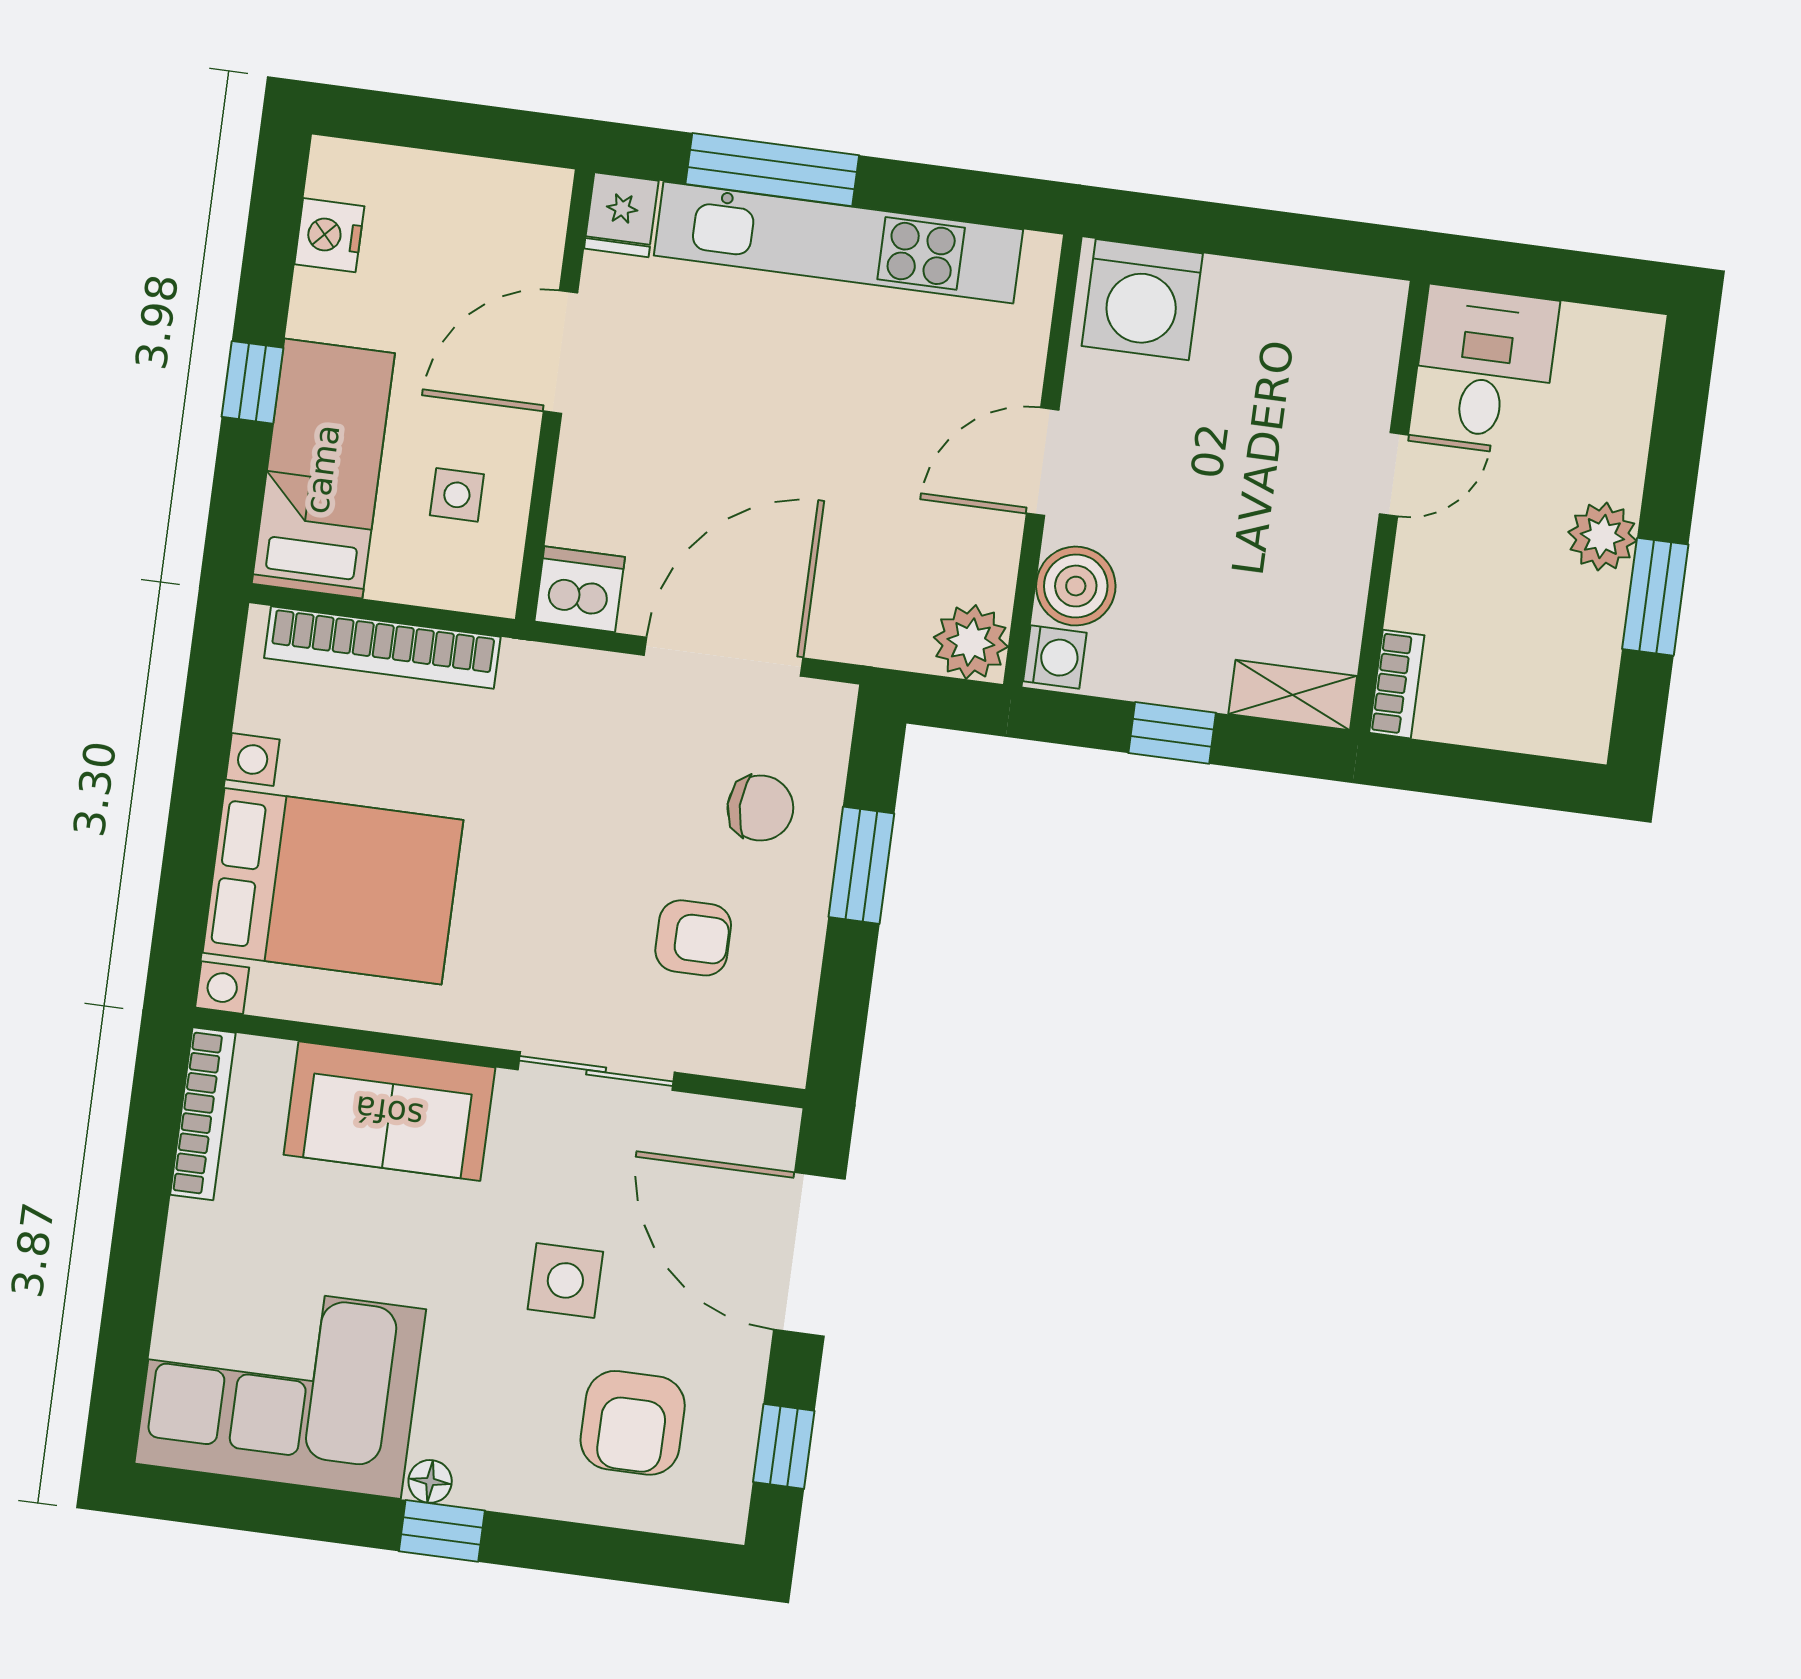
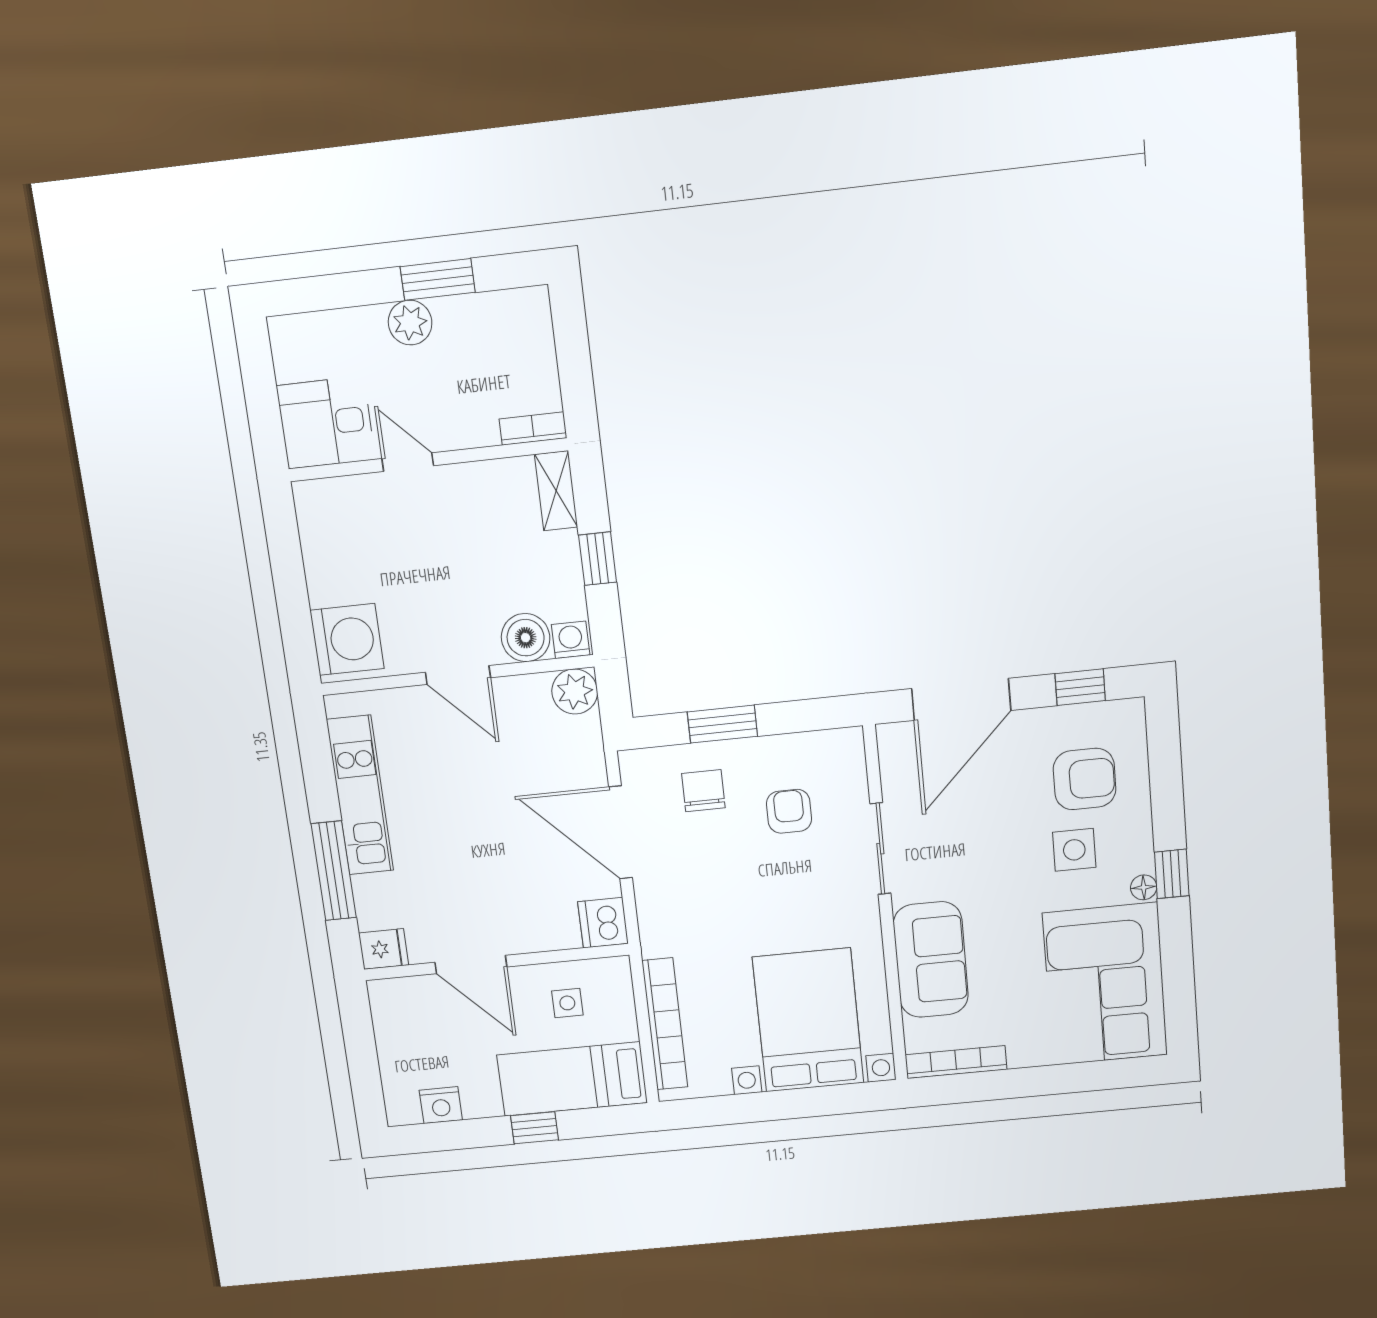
kitchen unit: (838, 242) -> (360, 795), width x0.73
side table: (565, 1280) -> (1074, 850), moved

